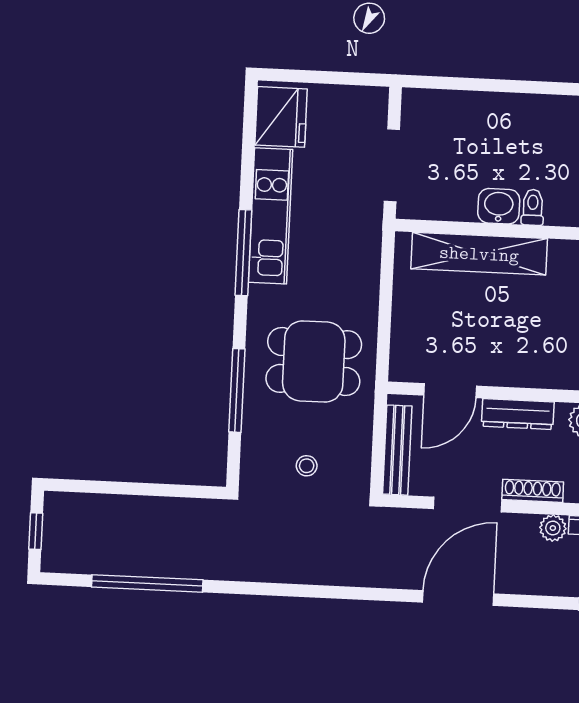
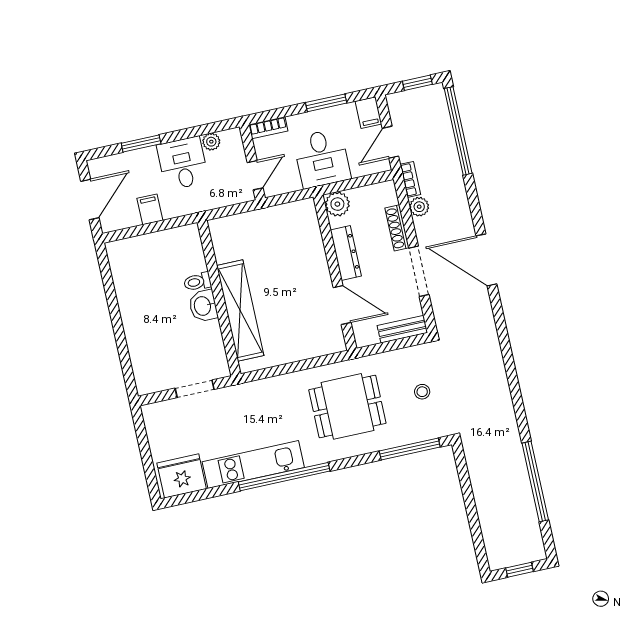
doorway: (392, 165) -> (195, 389), width x0.73
window: (243, 253) -> (284, 477), width x1.46
dining table: (314, 362) -> (347, 406), turned 90
window: (237, 390) -> (410, 449), moved
bench: (397, 450) -> (402, 329), width x0.73

